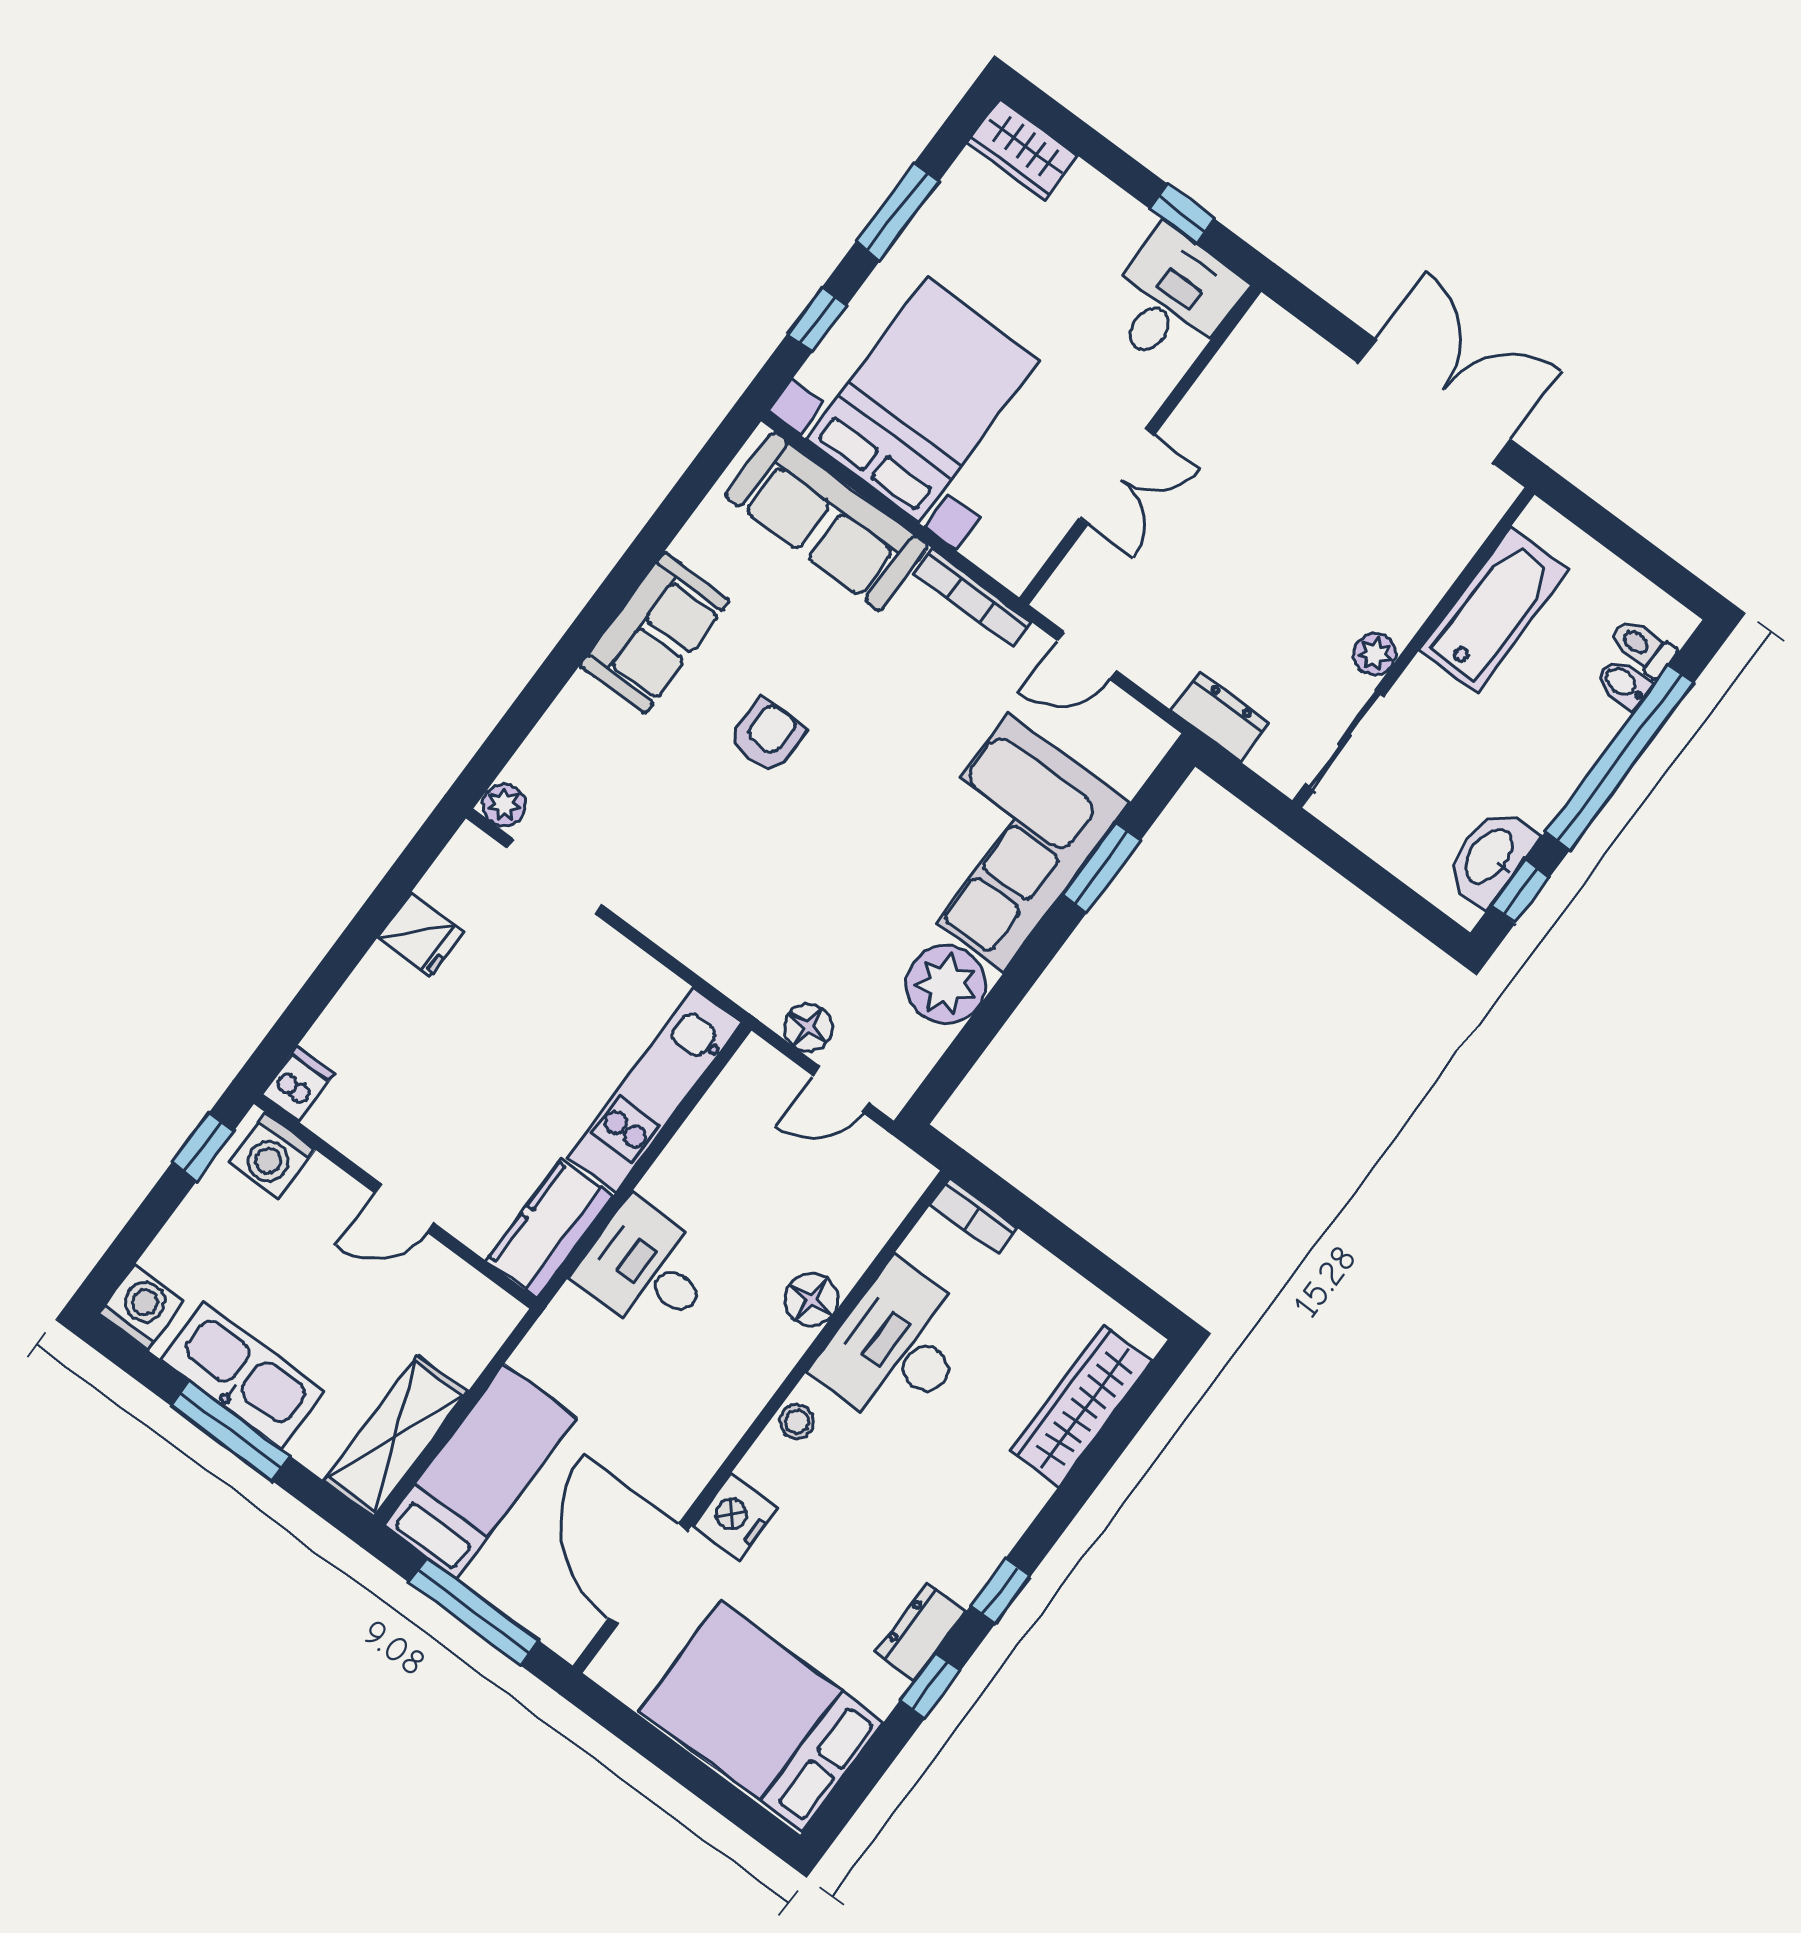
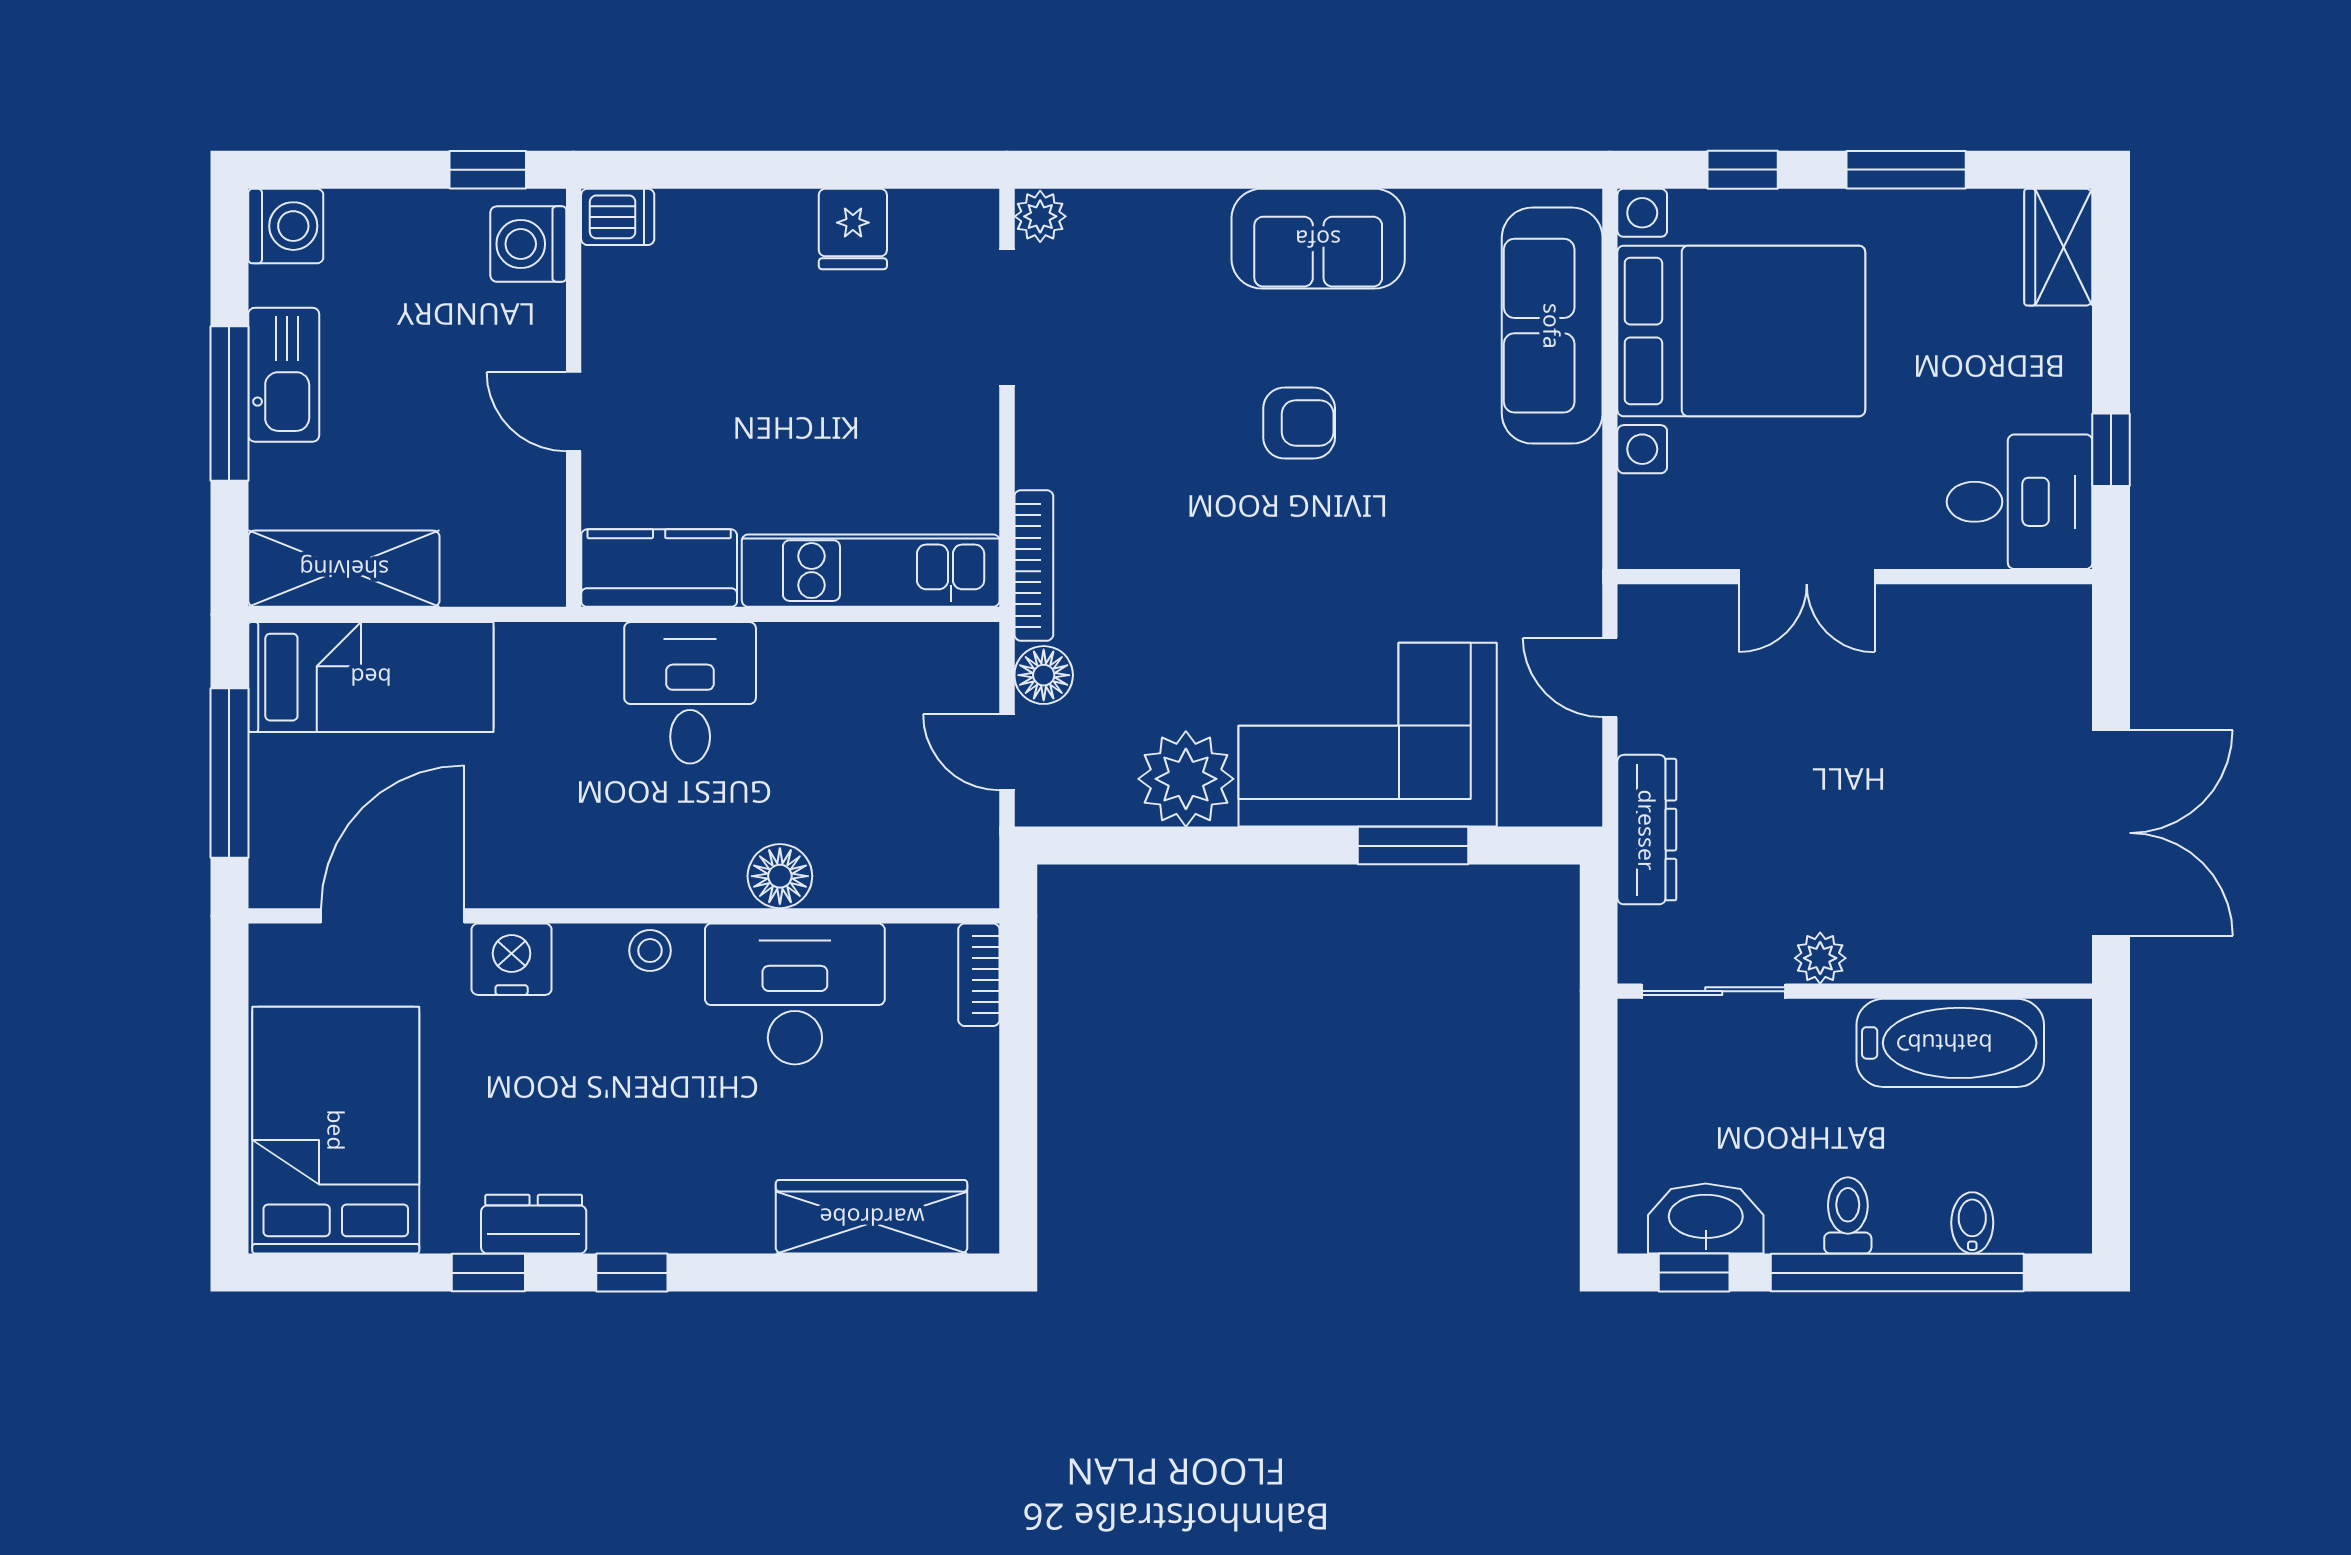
bookcase: (973, 598) -> (1034, 565), moved, turned 180
toilet: (1643, 647) -> (1848, 1215), moved
dresser: (1220, 717) -> (1647, 830), width x1.44
kitchen sink: (242, 1376) -> (284, 375), width x0.73, depth x0.81

